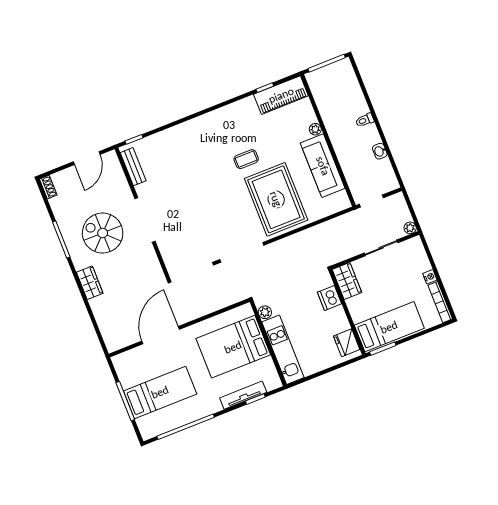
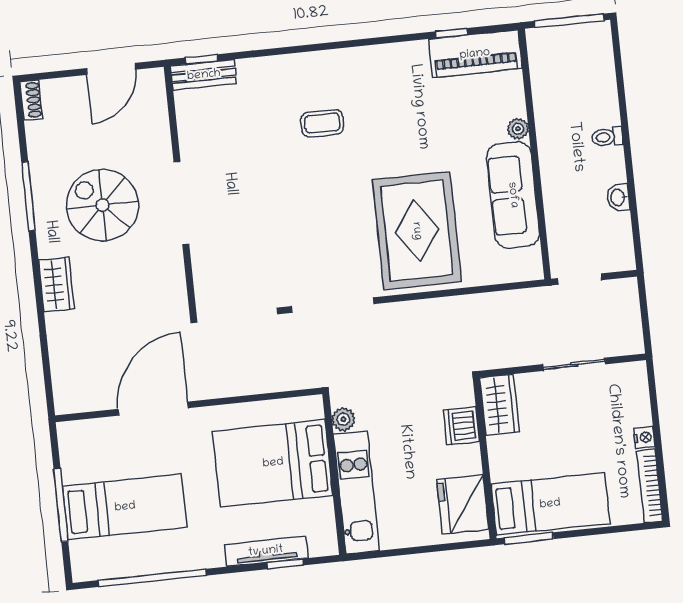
coffee table: (246, 159) -> (322, 123), moved
bench: (133, 167) -> (204, 75), moved, turned 90
plant: (410, 228) -> (633, 344), removed
fridge: (347, 343) -> (463, 504), width x1.36, depth x1.34

